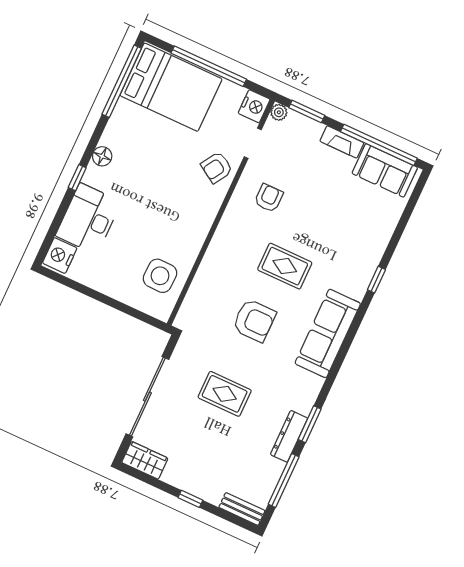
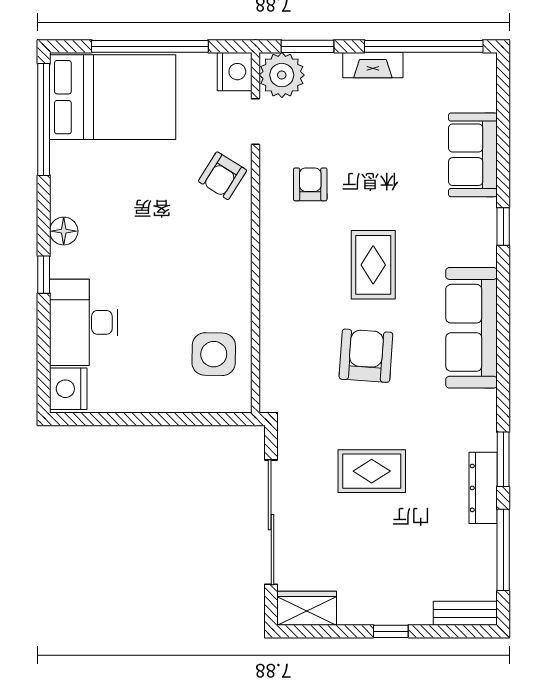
plant: (279, 112) -> (282, 75), width x1.87, depth x1.87
sofa: (385, 170) -> (473, 155), moved, turned 90
rug: (285, 266) -> (373, 265), turned 90
armchair: (254, 320) -> (366, 356), turned -86

